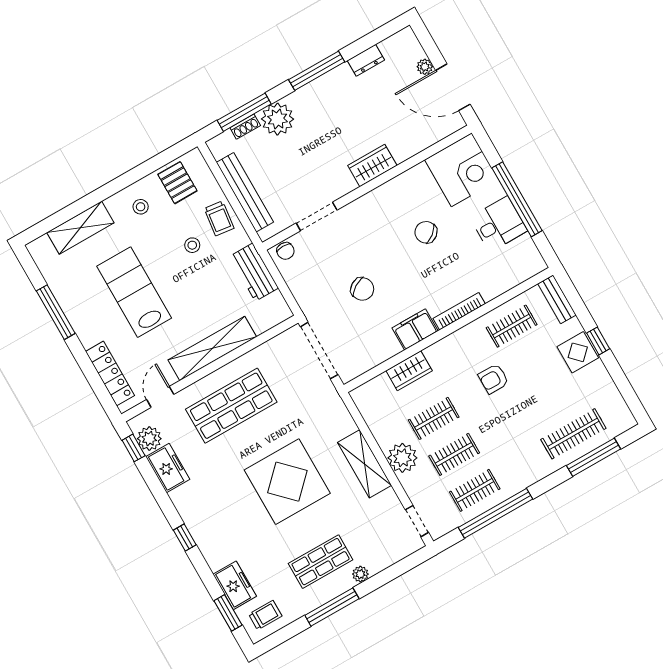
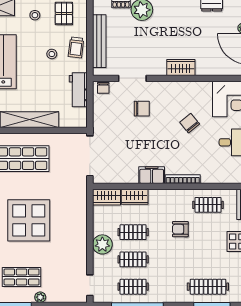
chair: (362, 289) -> (142, 109), moved, turned -58
wardrobe: (372, 392) -> (106, 197), added
shelving: (364, 464) -> (79, 236), removed

